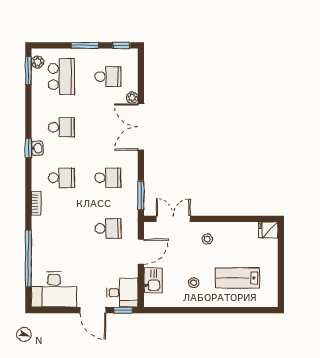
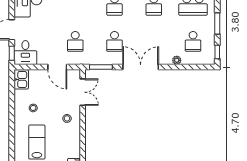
double door: (141, 127) -> (141, 67), moved
kitchen sink: (153, 280) -> (21, 79), moved, turned -90

